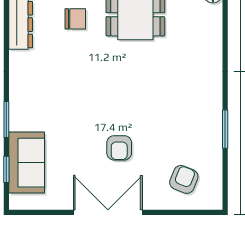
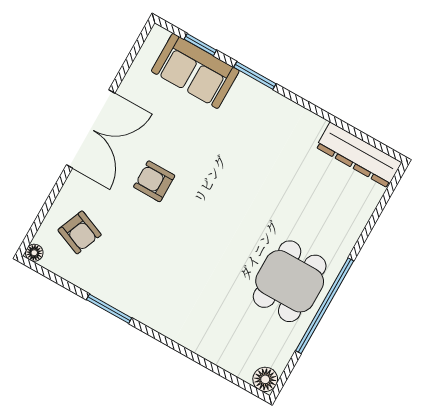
chair: (75, 19) -> (322, 213), removed
floor lamp: (216, 203) -> (34, 253), added

